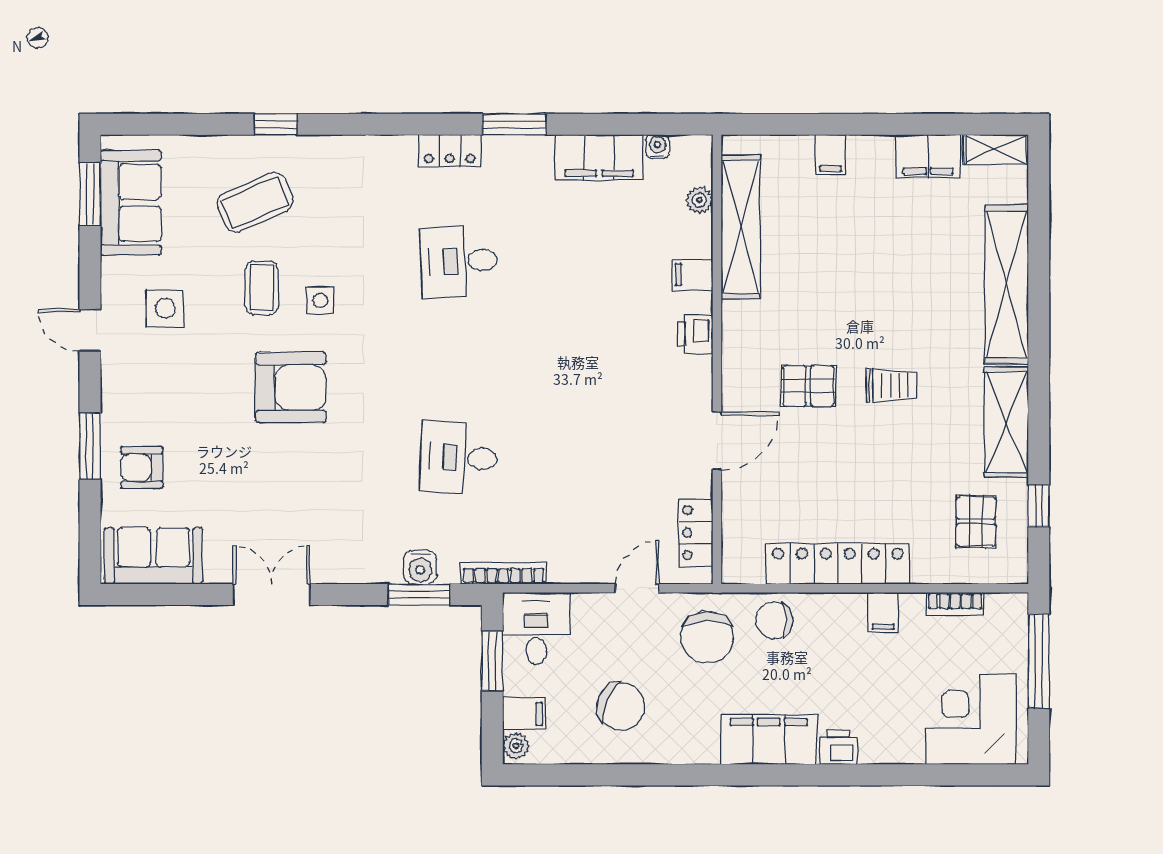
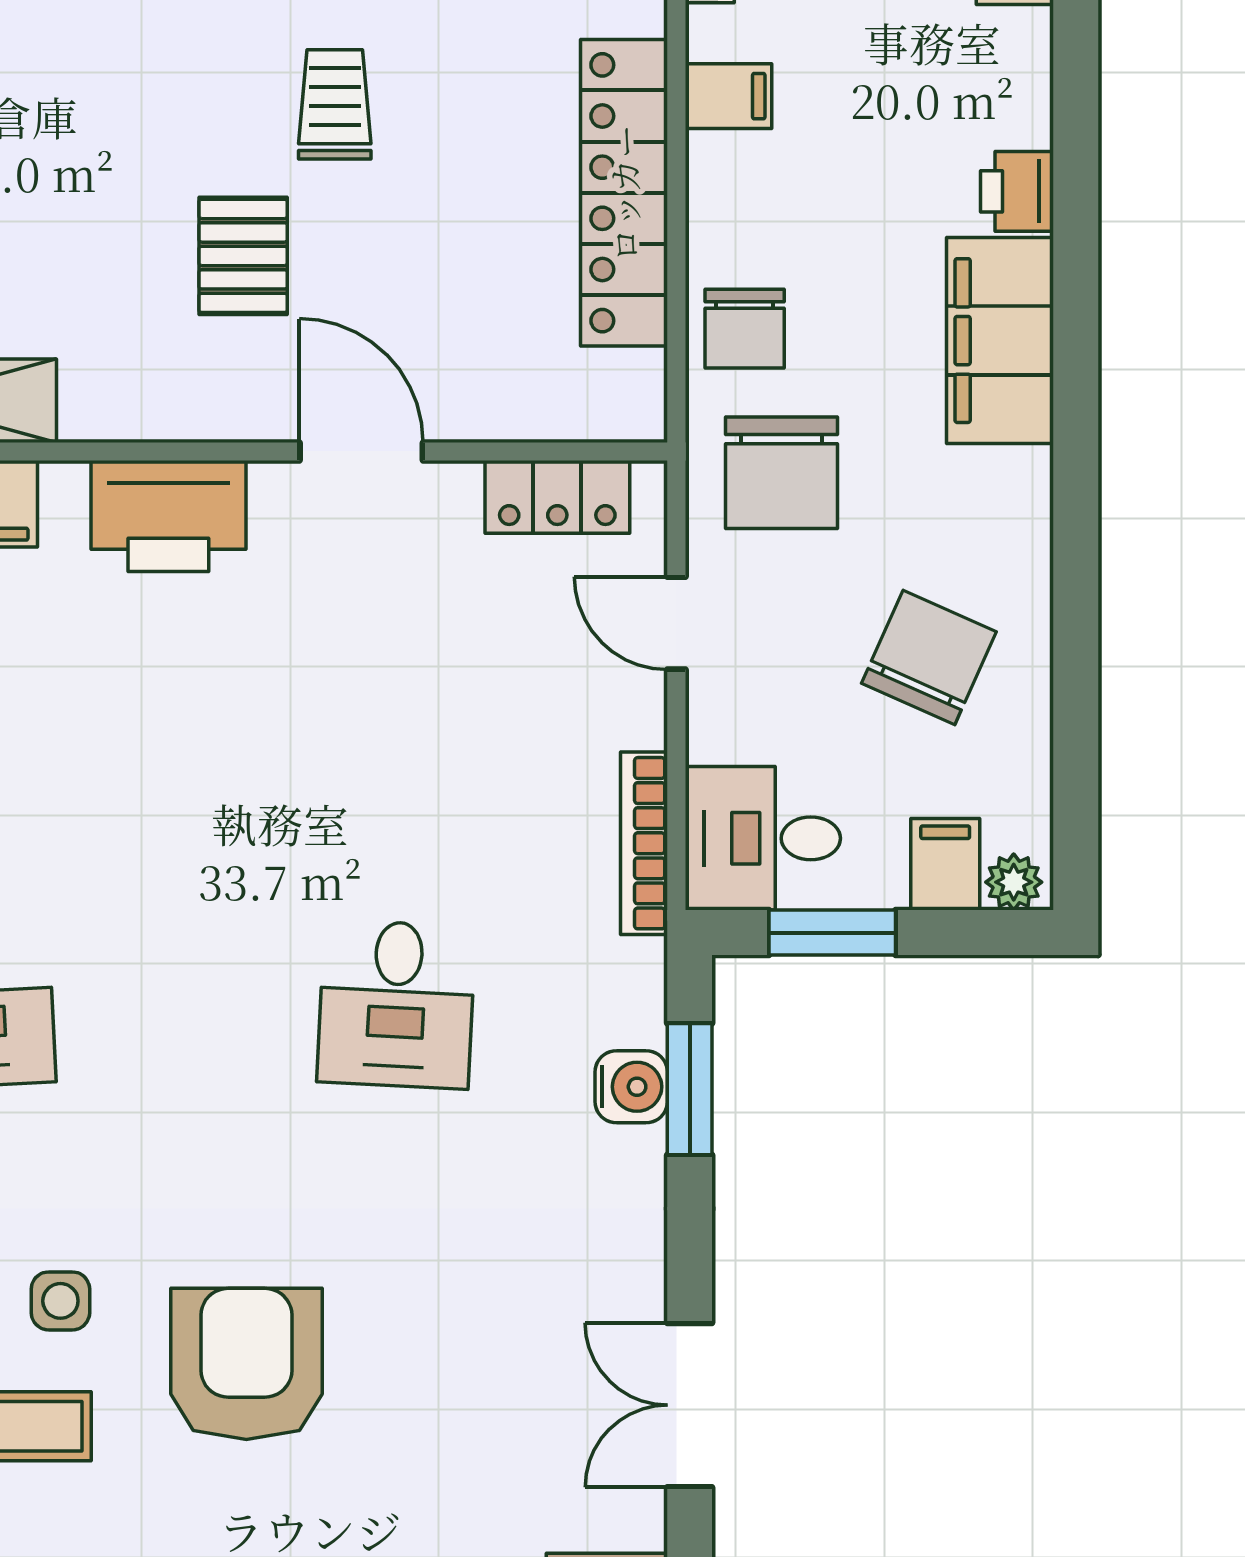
printer: (695, 334) -> (168, 516), width x1.87, depth x1.48
trolley: (891, 385) -> (335, 104), moved
bookcase: (504, 573) -> (644, 843), moved
chair: (707, 637) -> (782, 473), turned 90

